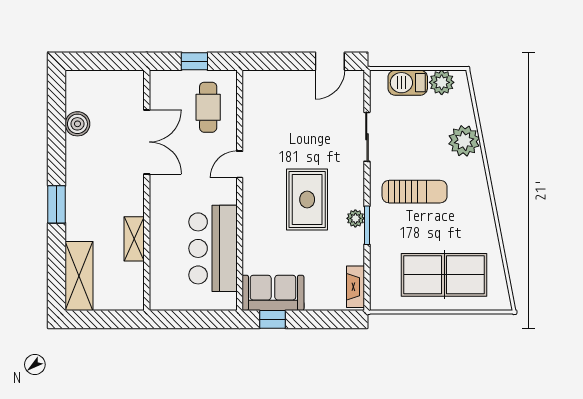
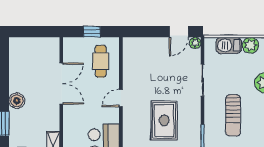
boiler: (77, 124) -> (17, 101), moved
sun lounger: (415, 192) -> (233, 115), turned 90
plant: (355, 218) -> (195, 43), moved

